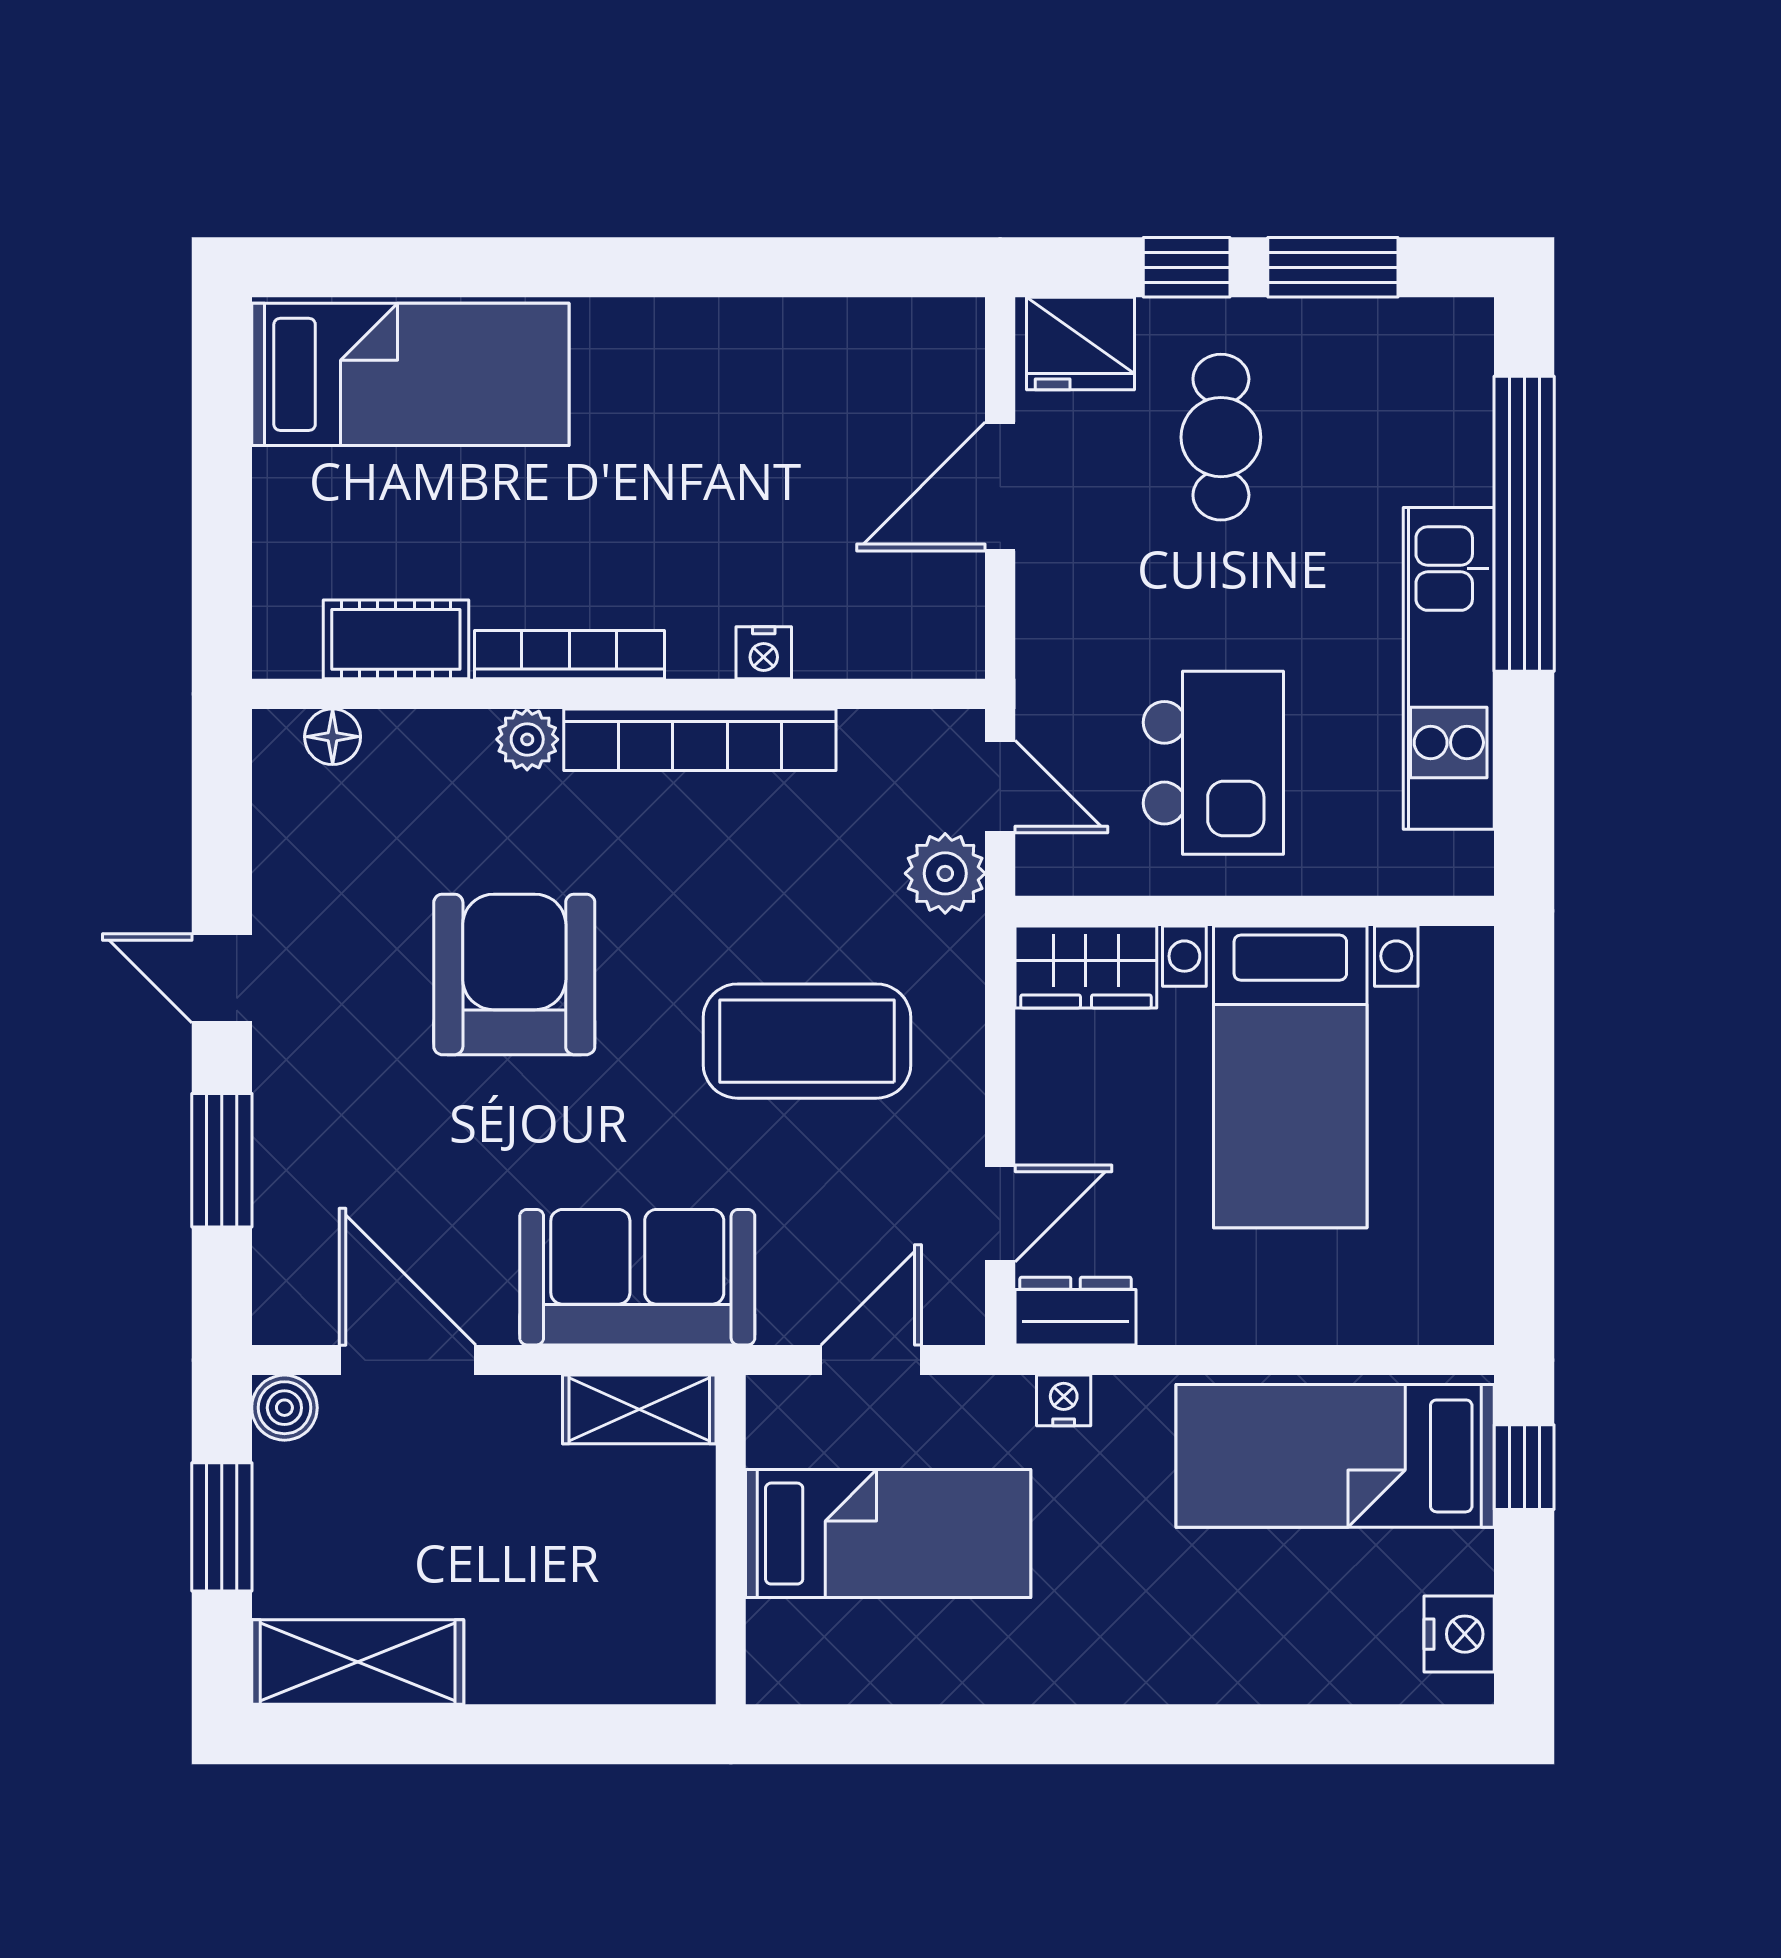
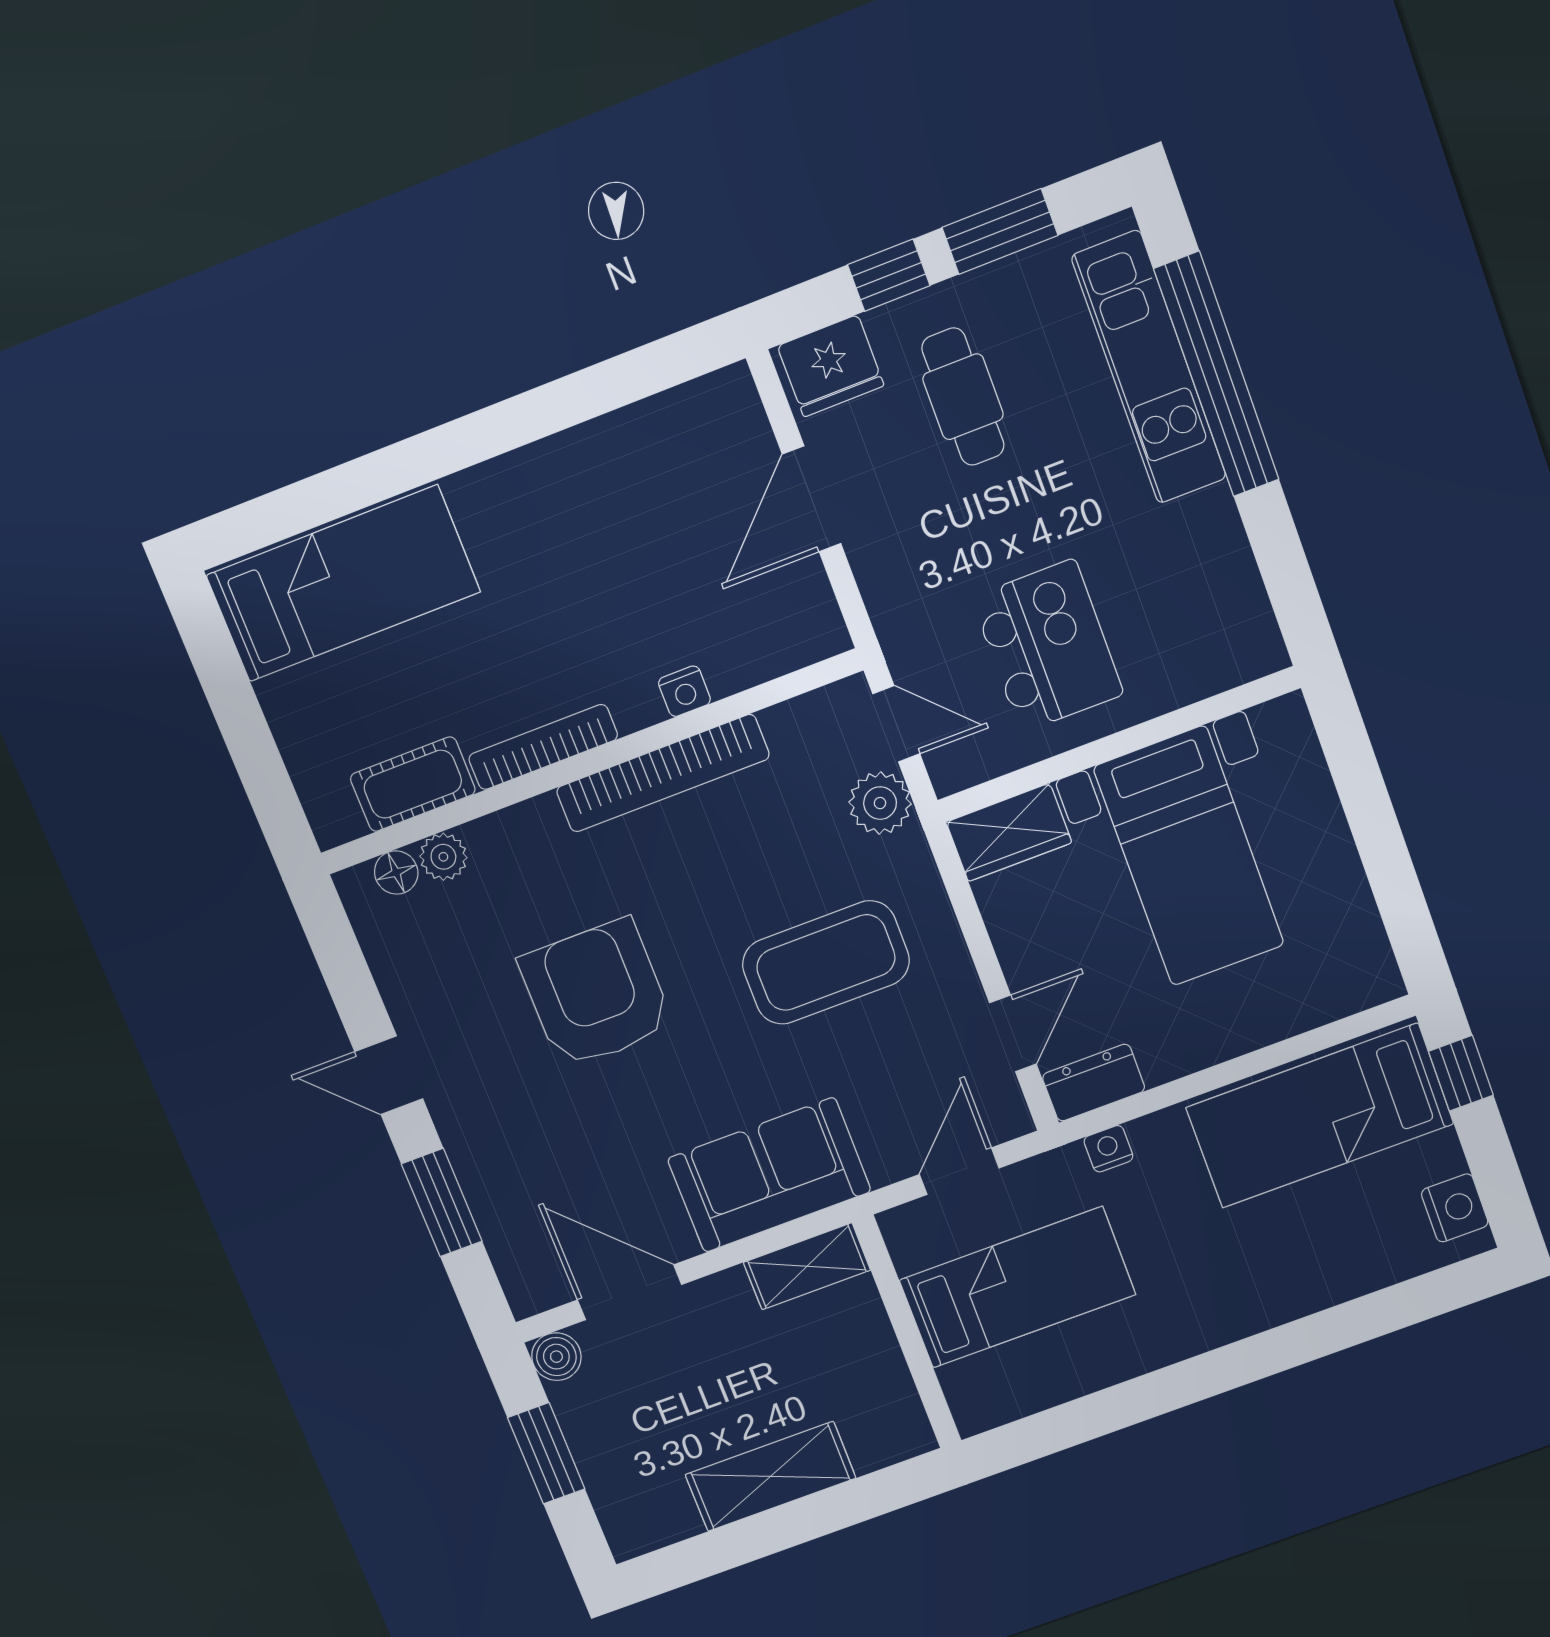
kitchen unit: (1449, 668) -> (1149, 367), moved
plant: (527, 739) -> (443, 857), moved
shelving: (358, 1662) -> (771, 1476), moved

